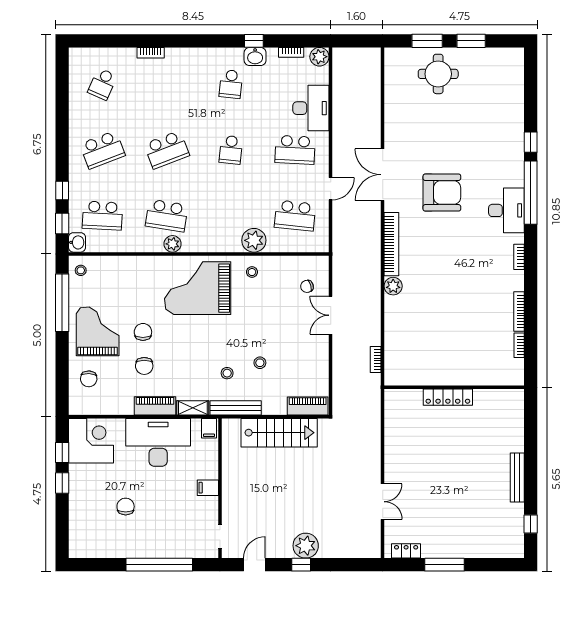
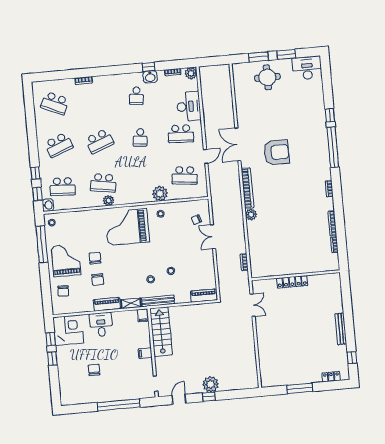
school desk: (102, 84) -> (55, 103), width x1.85
desk: (506, 210) -> (307, 68), moved, turned -90
stairs: (279, 433) -> (161, 332), moved, turned -90
desk: (158, 442) -> (101, 325), width x0.53, depth x0.77
double door: (383, 502) -> (253, 305), moved
locker: (406, 551) -> (331, 377), moved

